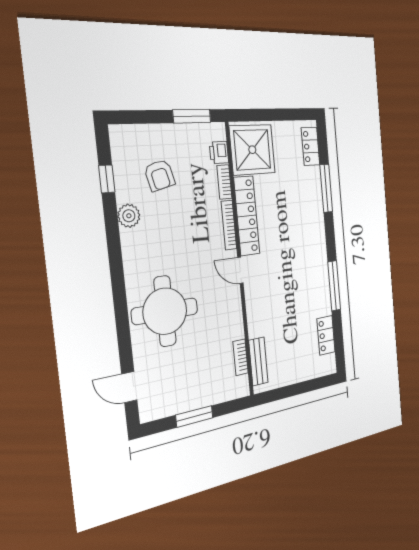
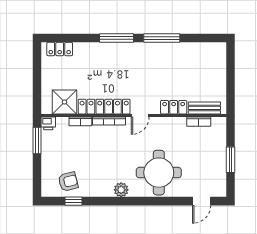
shower: (252, 150) -> (65, 102), width x0.73, depth x0.73
printer: (219, 153) -> (48, 123), moved
armchair: (160, 175) -> (68, 182), moved
window: (326, 188) -> (117, 38), moved
plant: (129, 216) -> (121, 190), moved
locker: (326, 335) -> (174, 107), moved, turned 180

